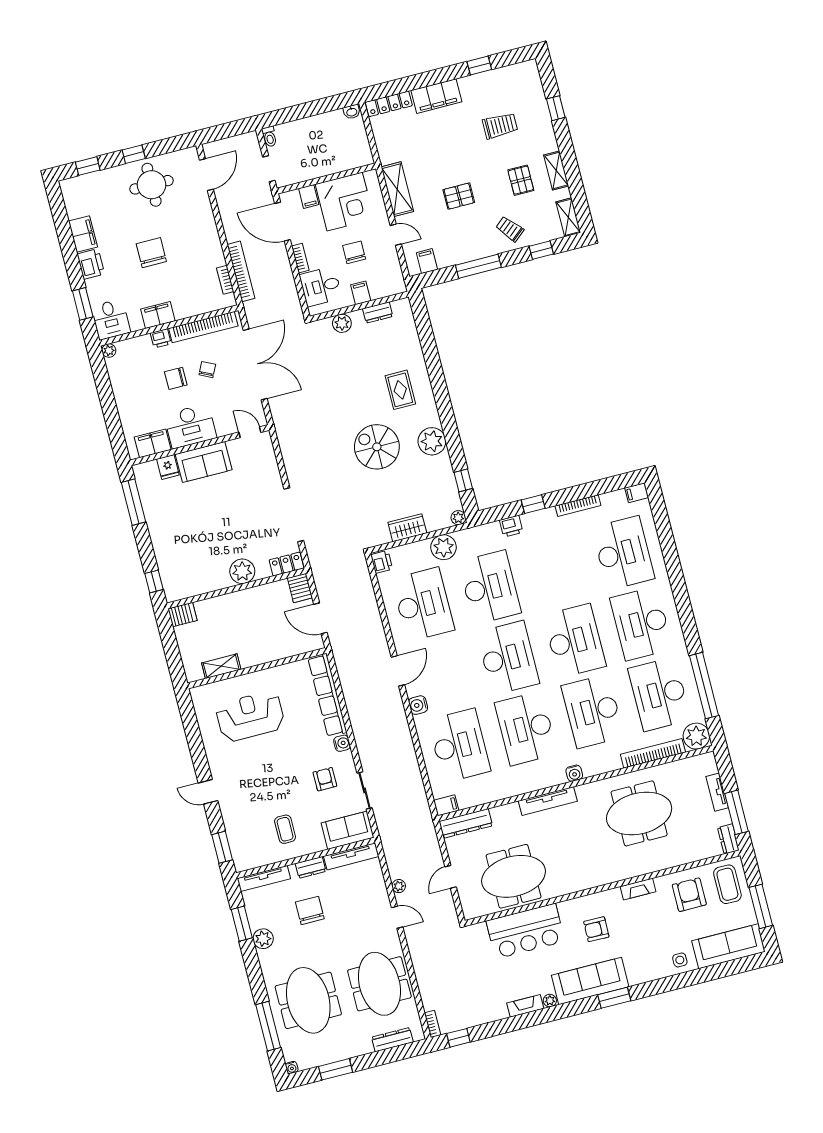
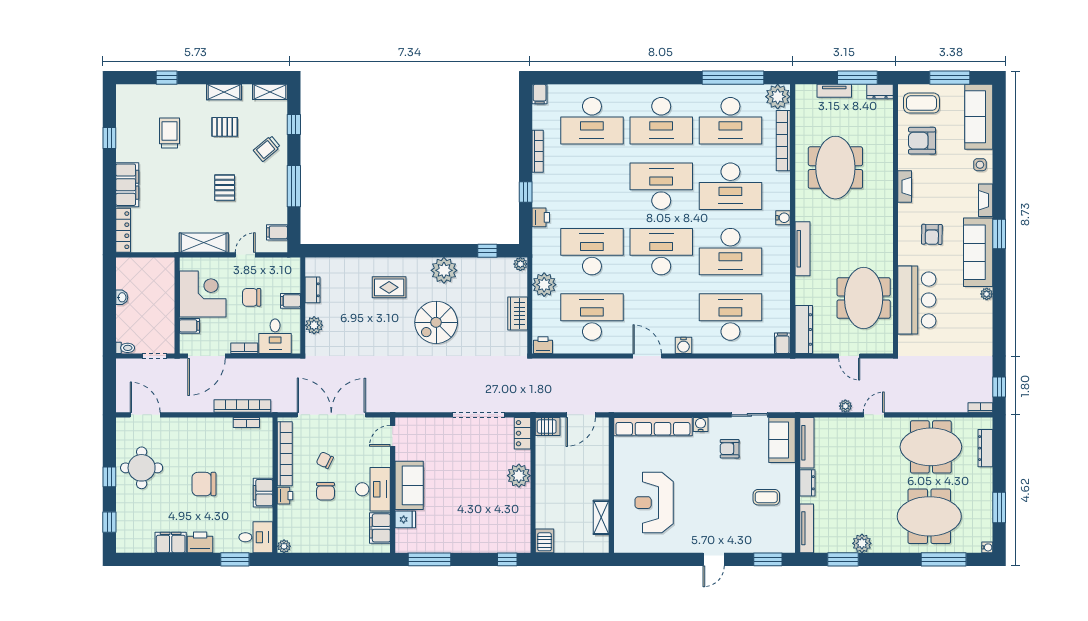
washbasin: (352, 112) -> (122, 297), moved
desk: (623, 553) -> (592, 121), turned 180
chair: (310, 910) -> (847, 494), removed
fireplace: (525, 1006) -> (986, 200), moved

